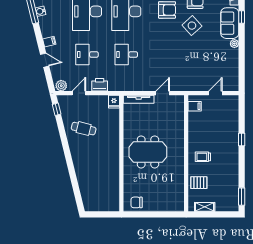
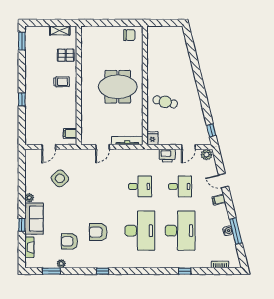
side table: (192, 26) -> (60, 178), moved
cafe table: (84, 129) -> (165, 102), moved

